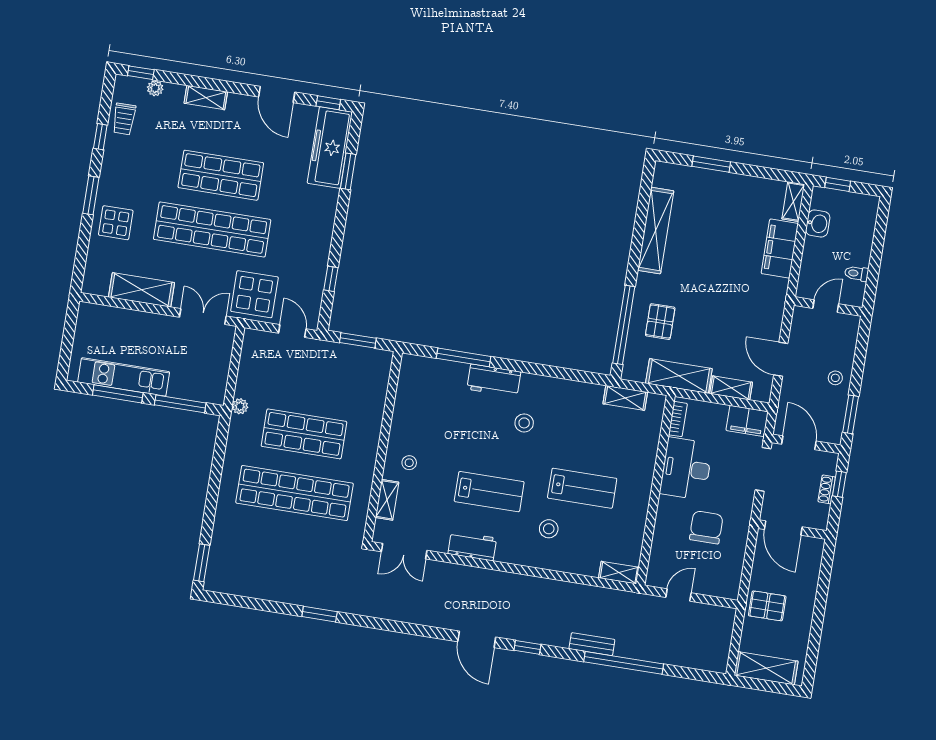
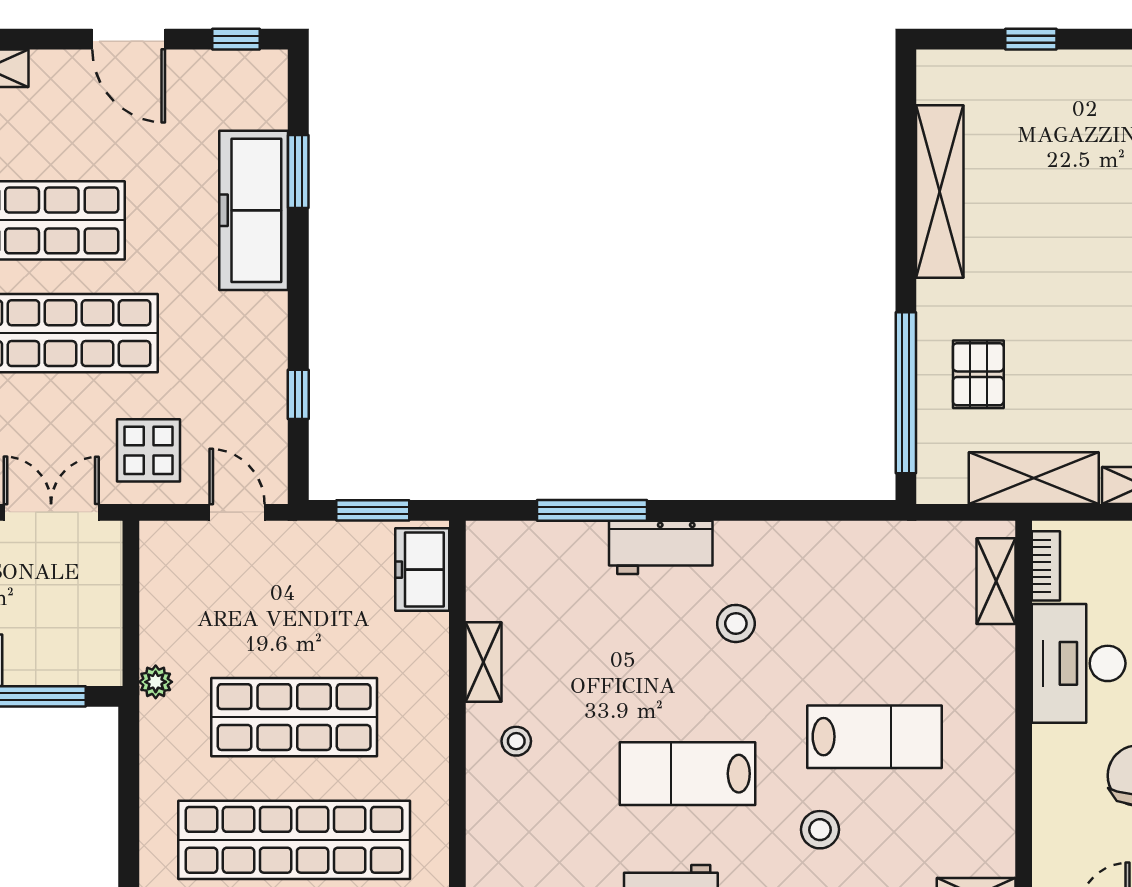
freezer: (330, 148) -> (254, 210), moved
window: (711, 164) -> (1031, 39), width x0.67
display table: (254, 294) -> (149, 450), width x0.73, depth x0.73
freezer: (377, 373) -> (422, 570), added
shelving: (625, 398) -> (996, 581), moved, turned 90
lab bench: (489, 492) -> (687, 774), turned 180
shelving: (387, 500) -> (484, 662), moved

